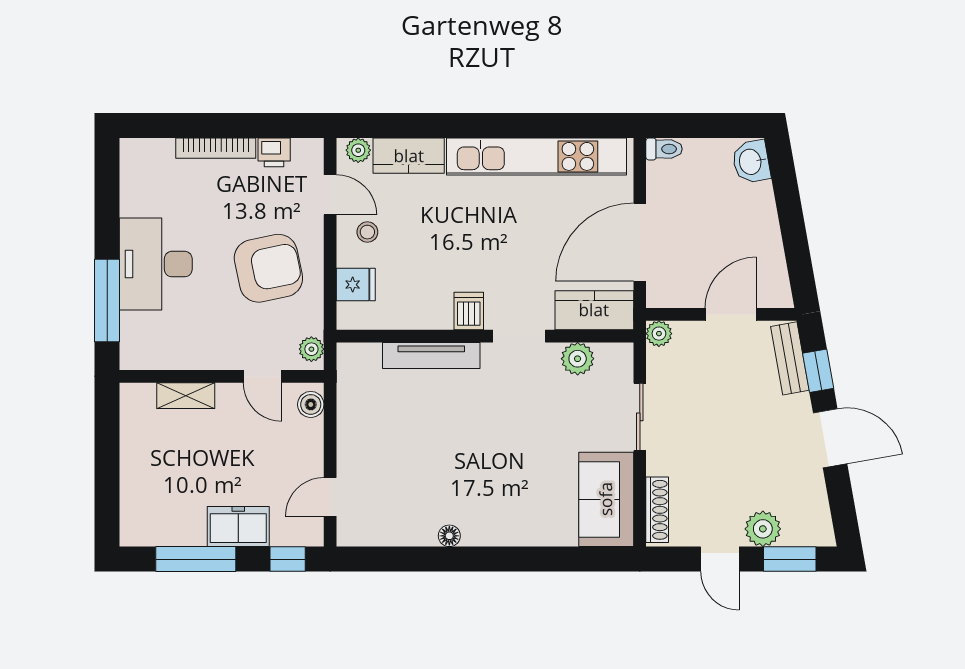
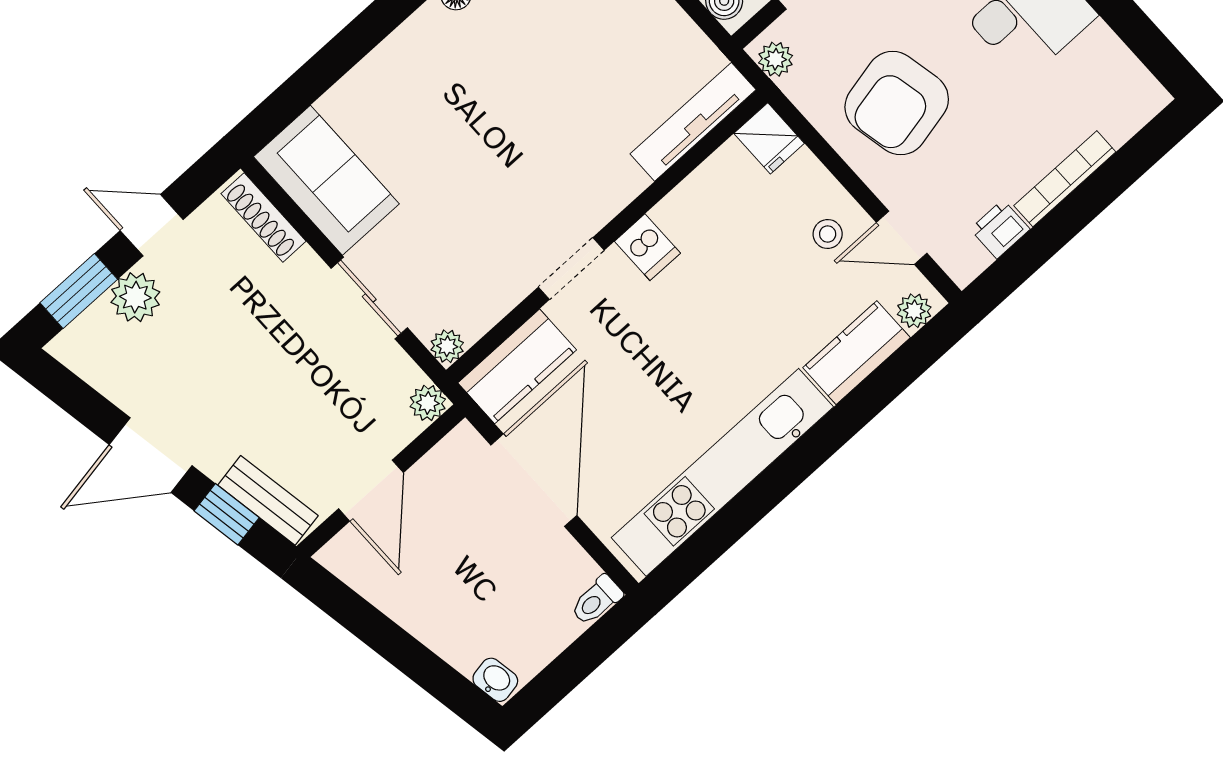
washbasin: (751, 162) -> (495, 680), width x0.72, depth x0.69
fridge: (356, 285) -> (769, 138), moved, turned -90
tv unit: (431, 355) -> (693, 122), moved
plant: (578, 359) -> (447, 346), moved, width x0.73, depth x0.73

